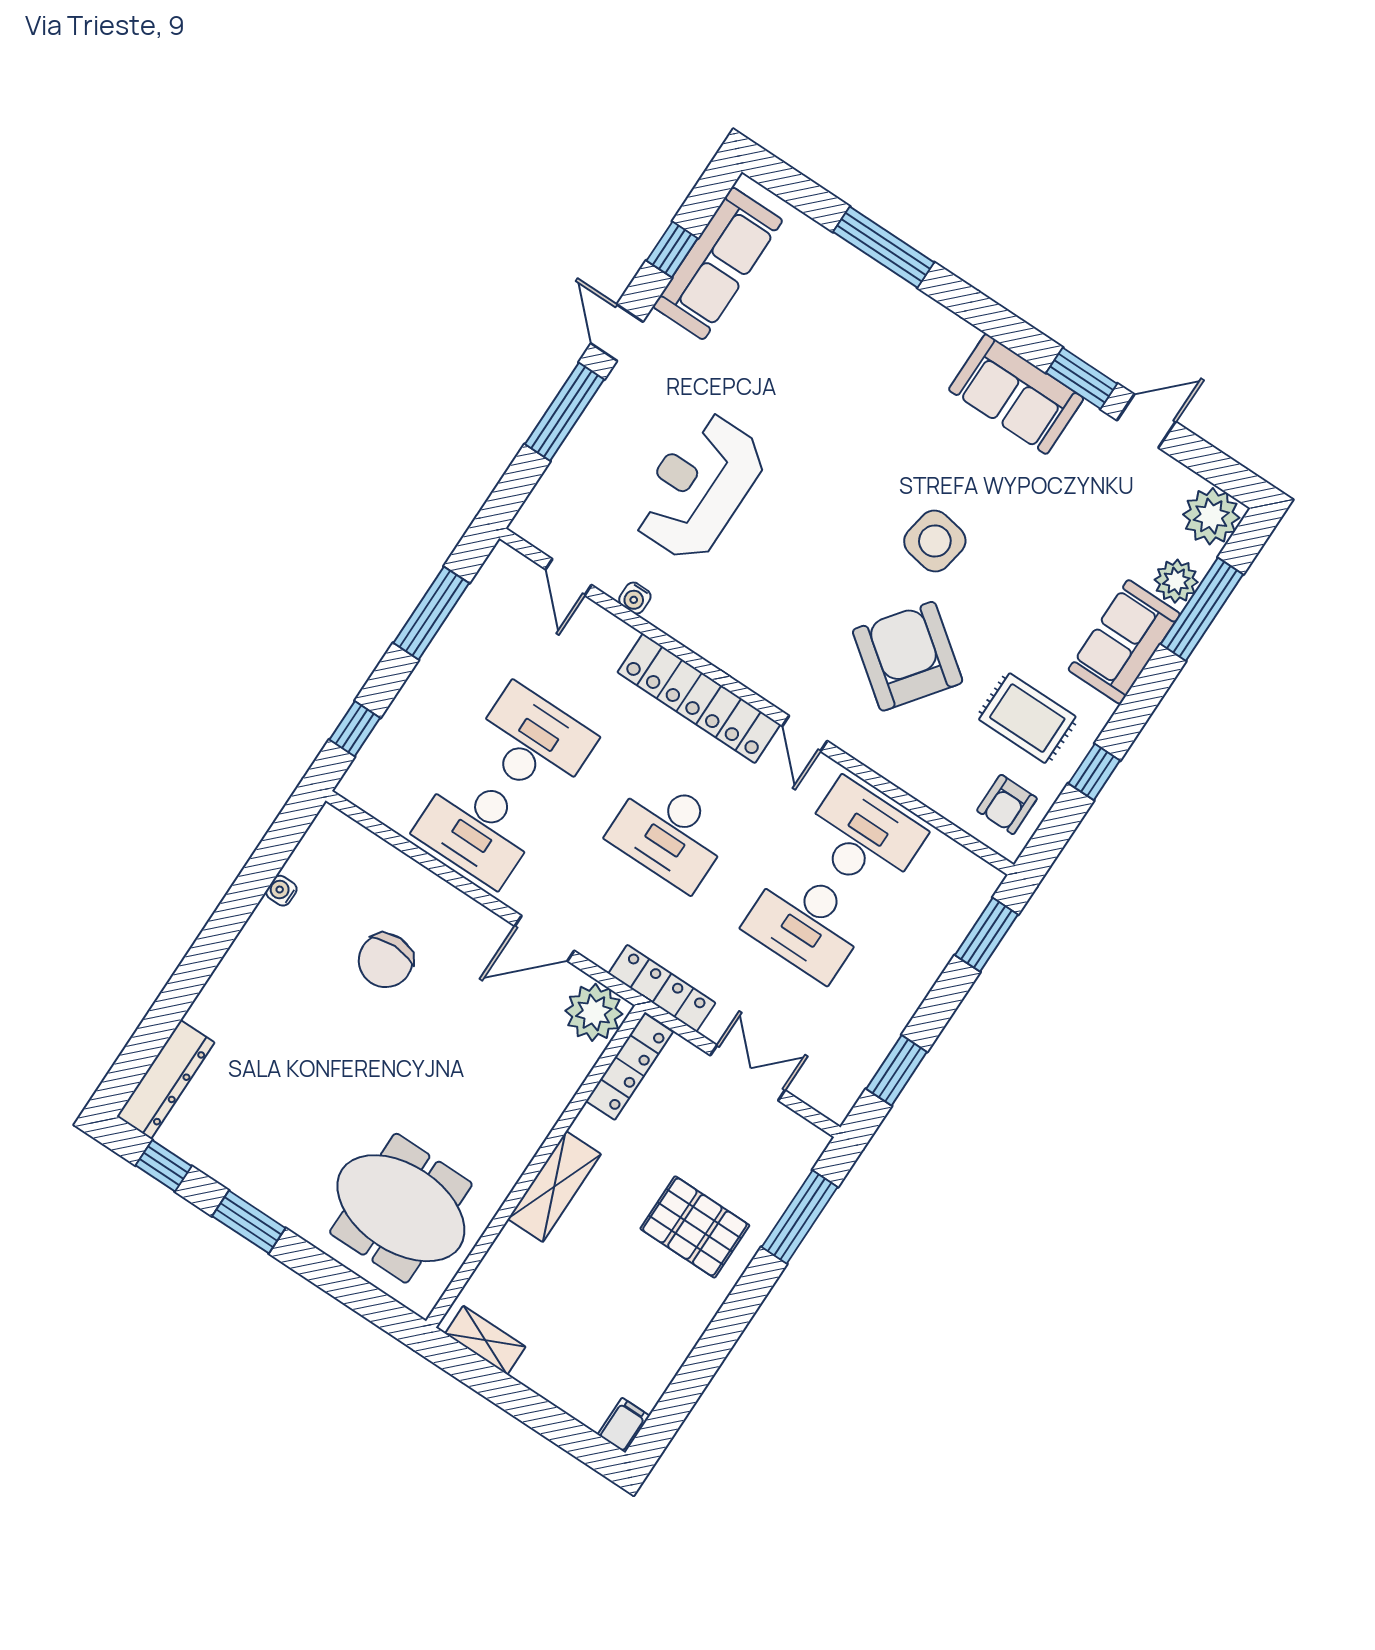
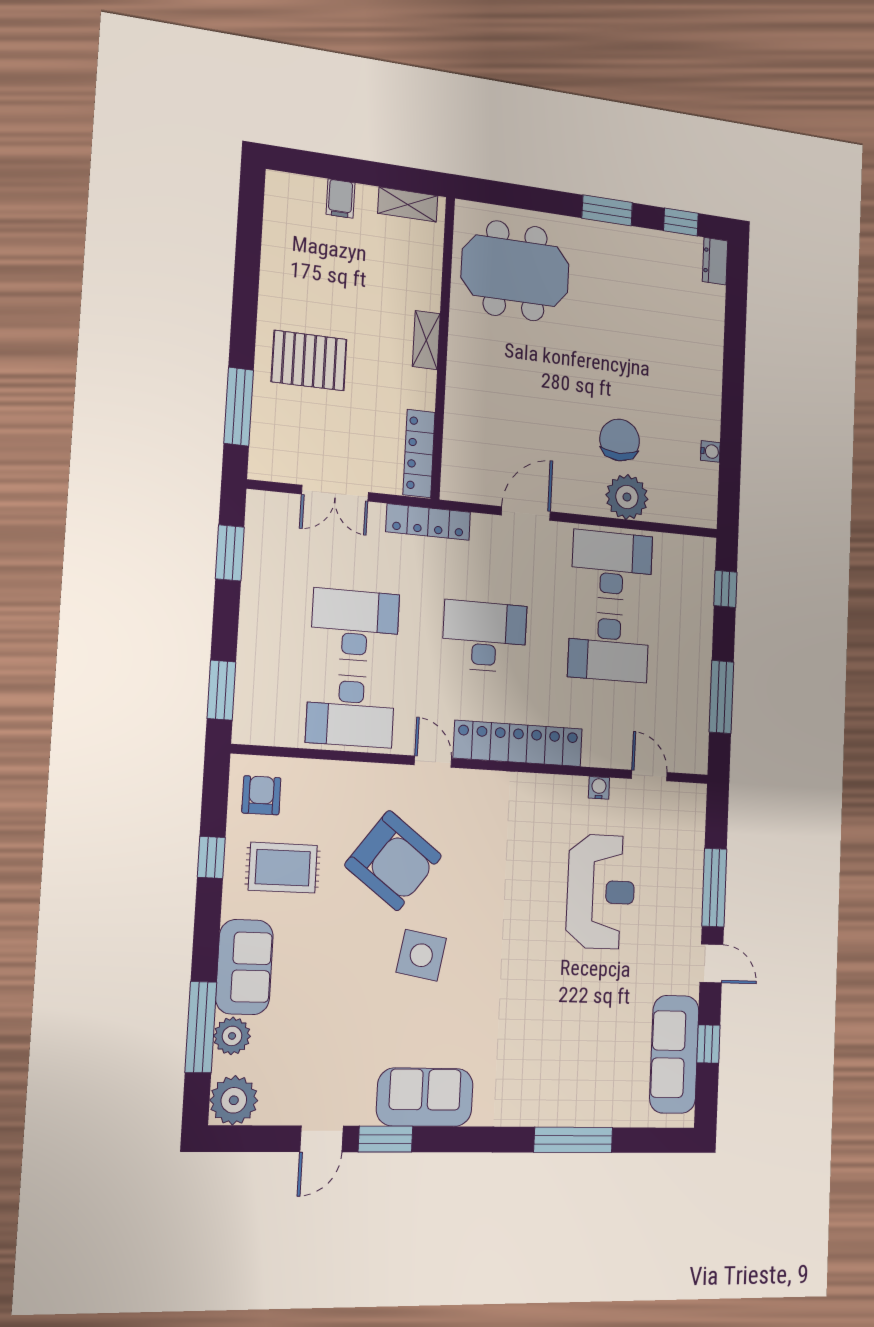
plant: (594, 1012) -> (627, 497), moved
dresser: (166, 1079) -> (715, 261), width x0.51, depth x0.80
shelving: (554, 1186) -> (426, 340), width x0.67, depth x0.75
filing cabinet: (624, 1425) -> (340, 199), moved

